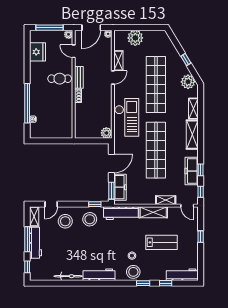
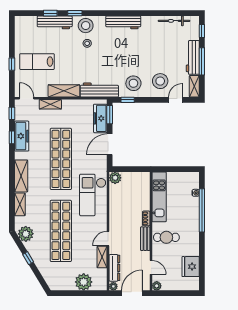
window: (50, 28) -> (177, 293), removed
dresser: (107, 51) -> (114, 268), added
kitchen unit: (66, 116) -> (159, 197), added
lab bench: (161, 242) -> (37, 62), moved
workbench: (182, 275) -> (55, 22), moved
bicycle: (68, 276) -> (174, 21), moved

